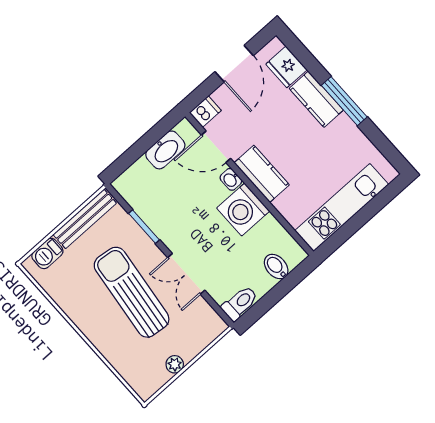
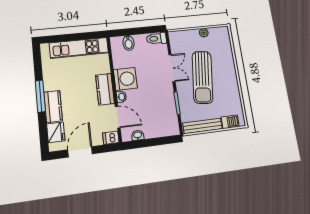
washbasin: (165, 150) -> (138, 135), width x0.52, depth x0.69

